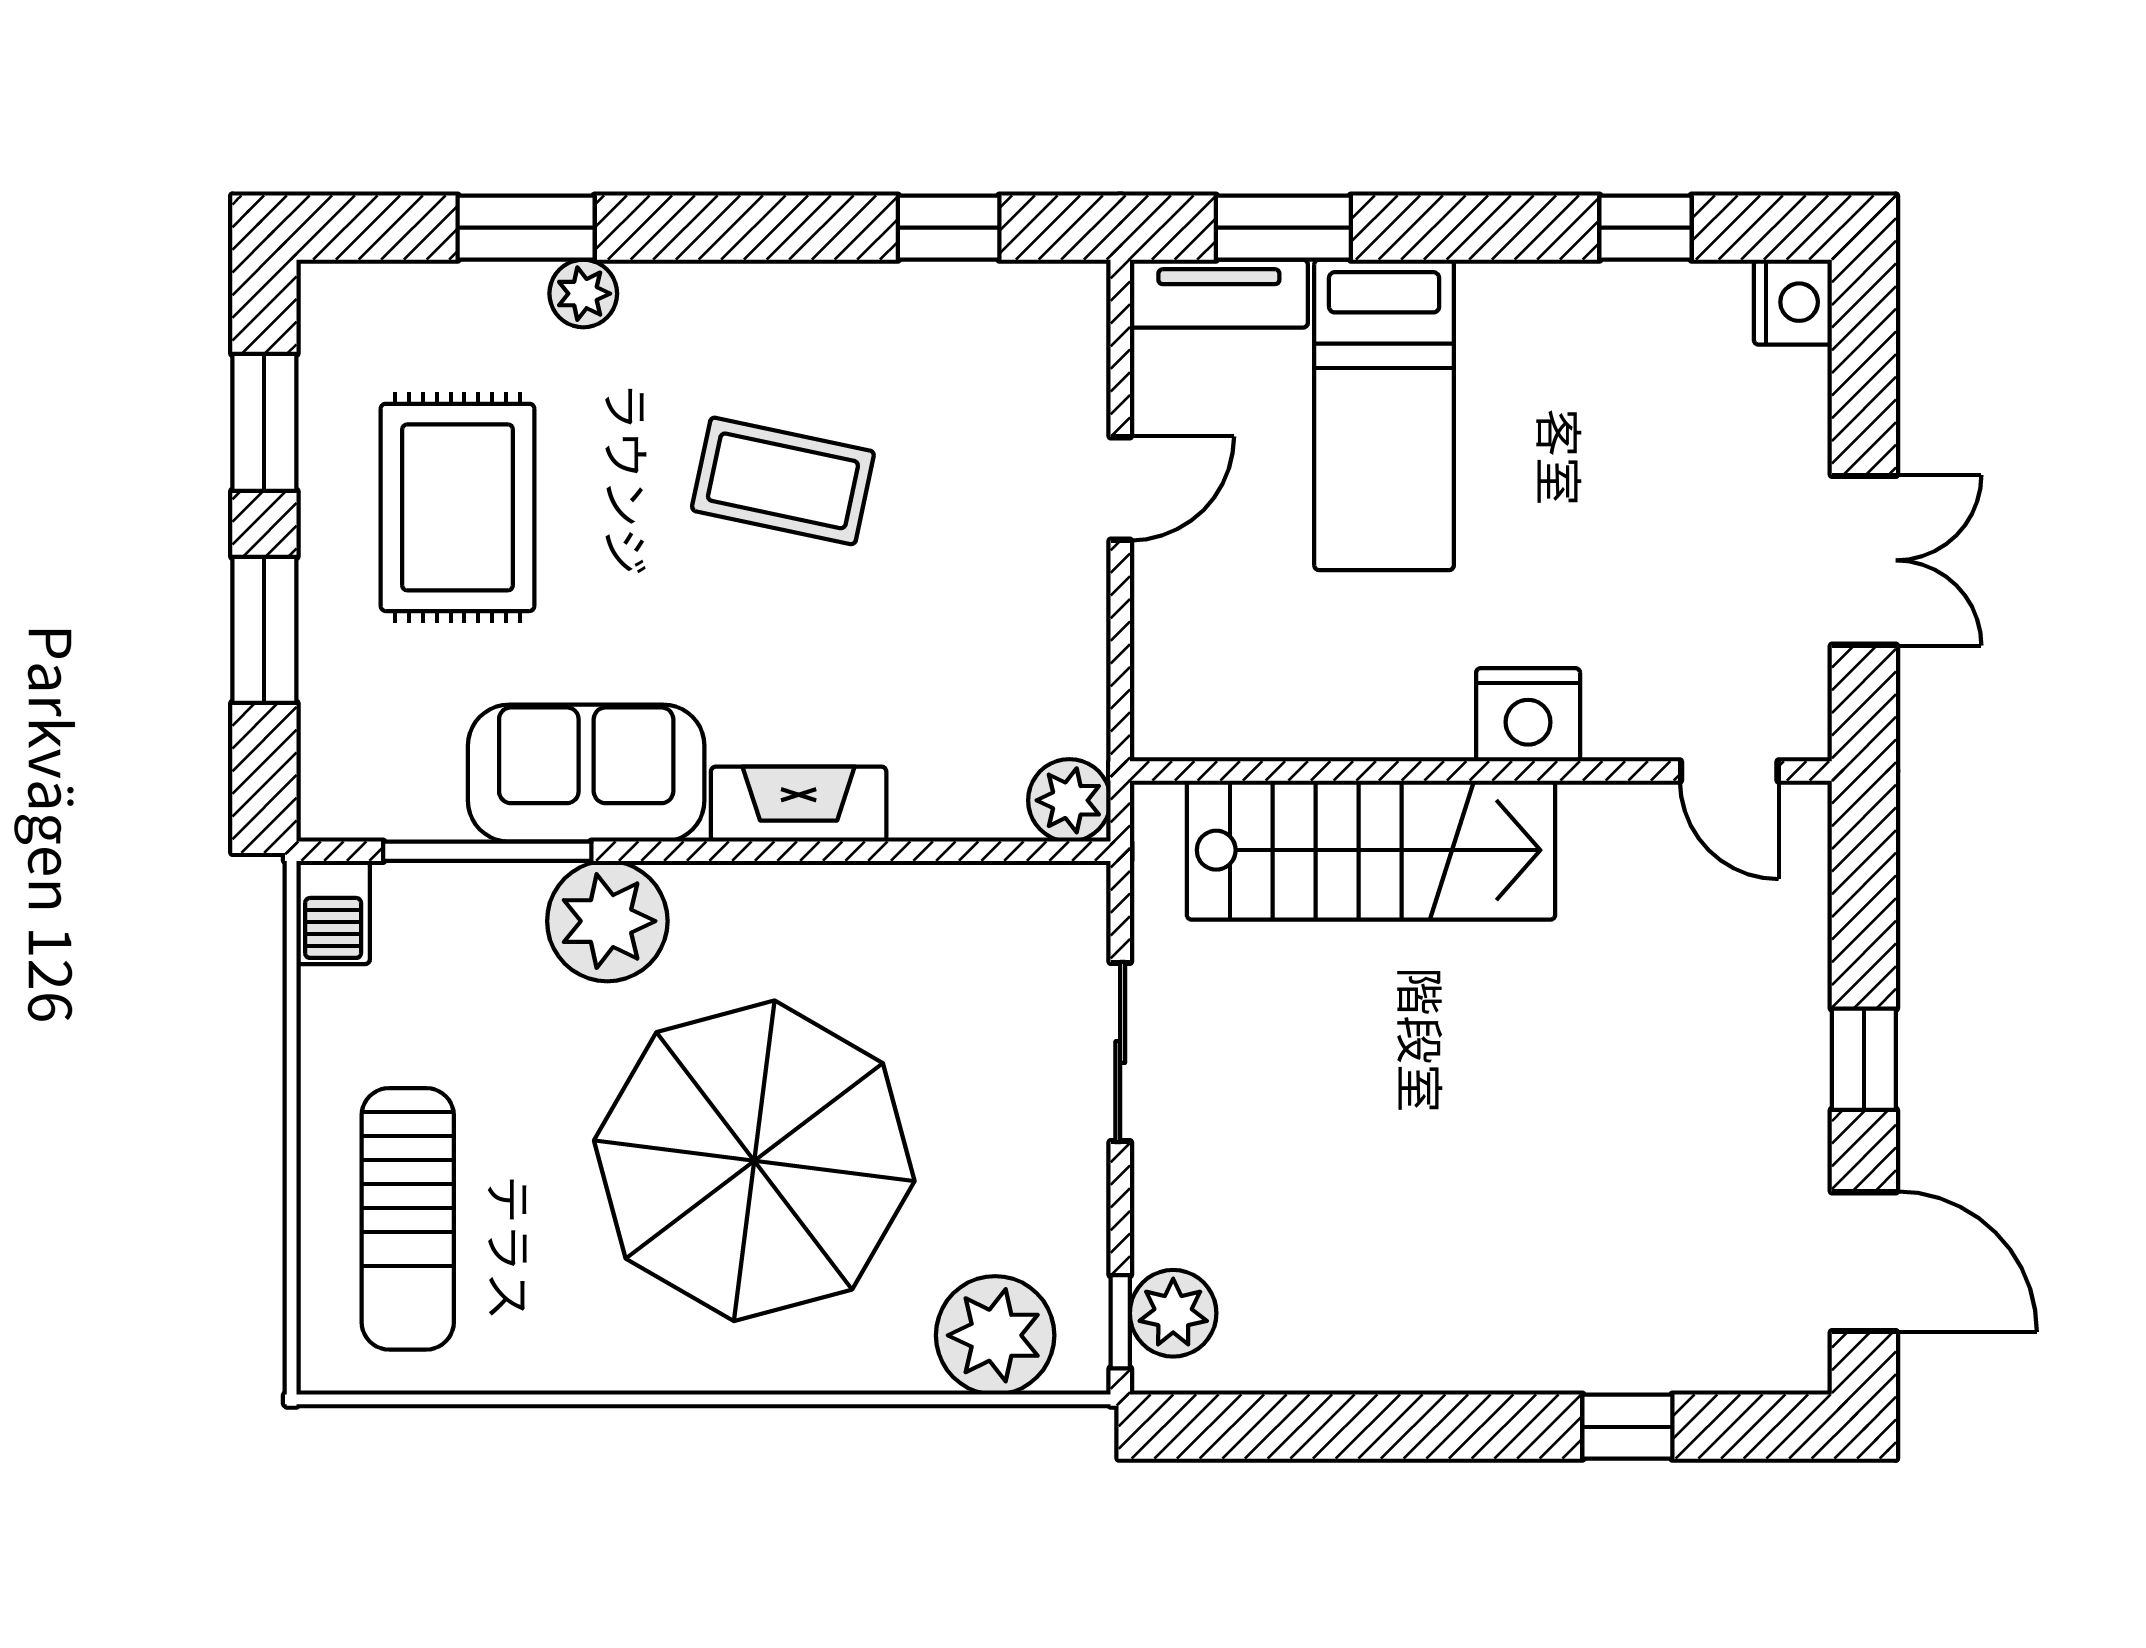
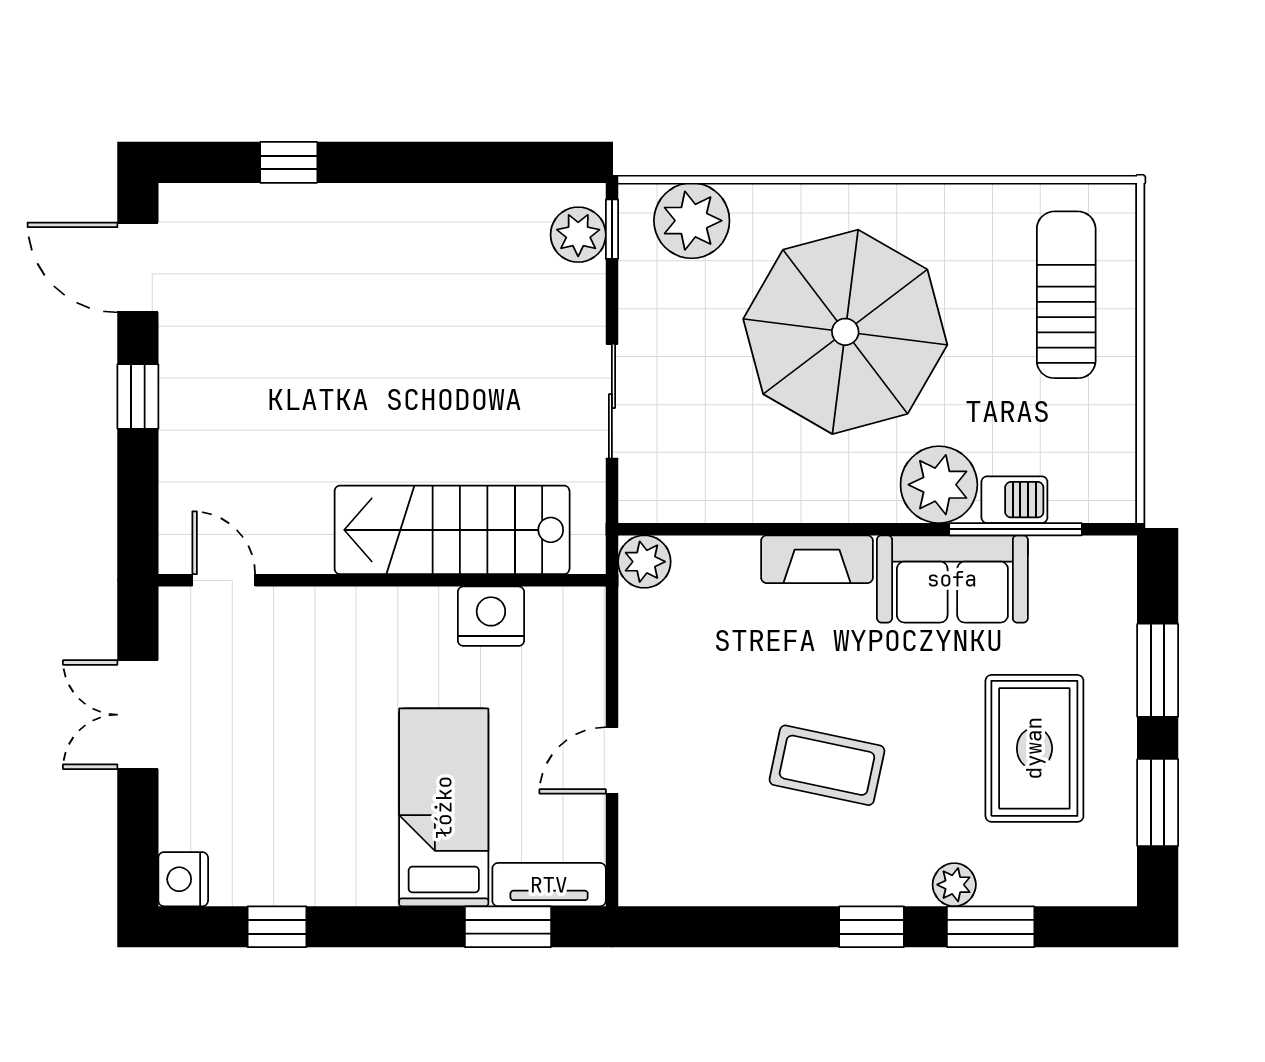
window: (949, 228) -> (872, 927), moved
nightstand: (1528, 715) -> (491, 616), moved
barbecue: (333, 912) -> (1014, 500), moved, turned 90

